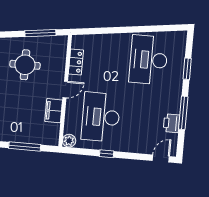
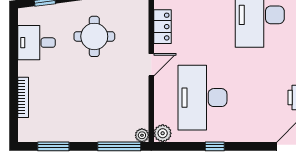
filing cabinet: (54, 111) -> (138, 95), removed
plant: (54, 141) -> (142, 135), added
window: (25, 146) -> (119, 146), moved

